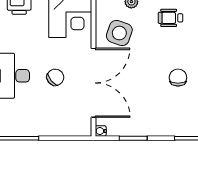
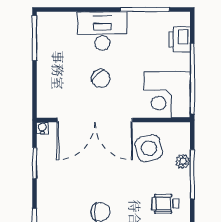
wheelchair: (171, 18) -> (165, 204), turned -90
side table: (119, 33) -> (149, 148), turned -33

